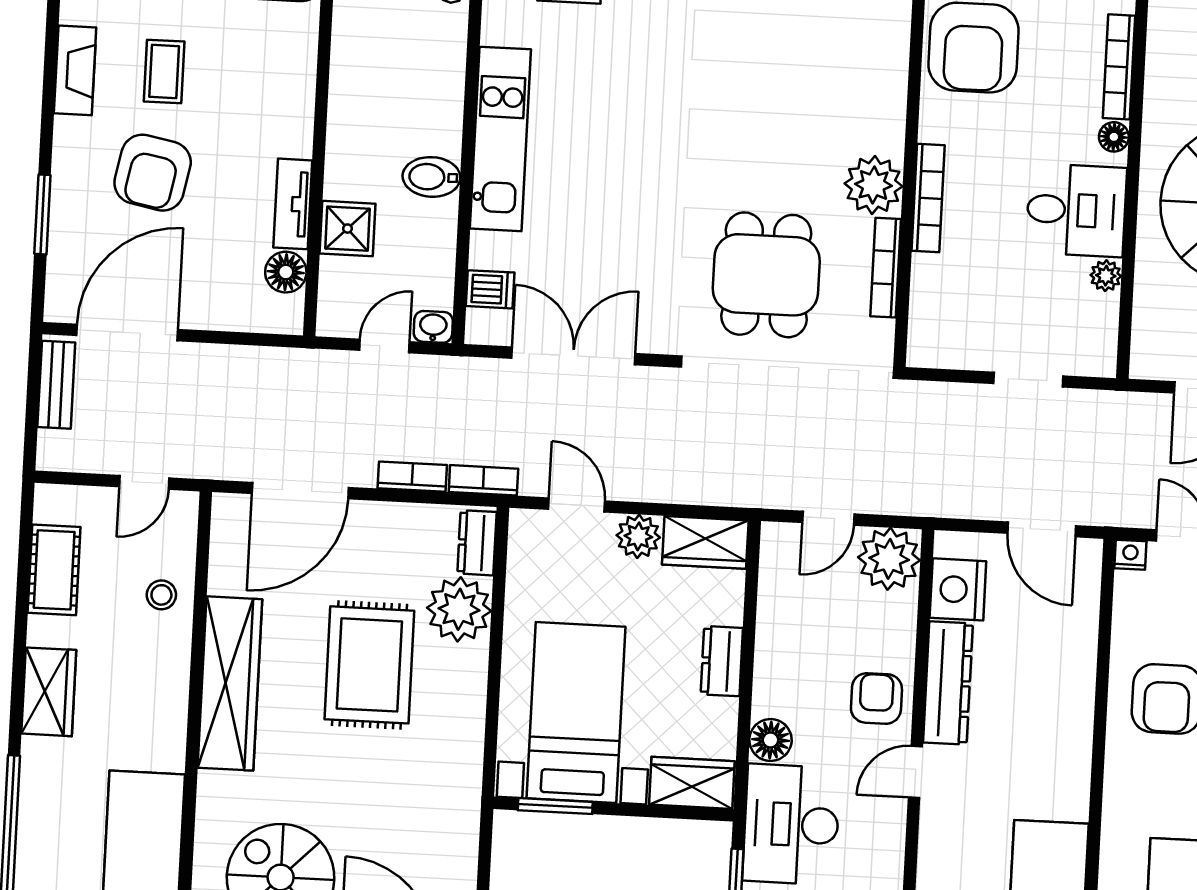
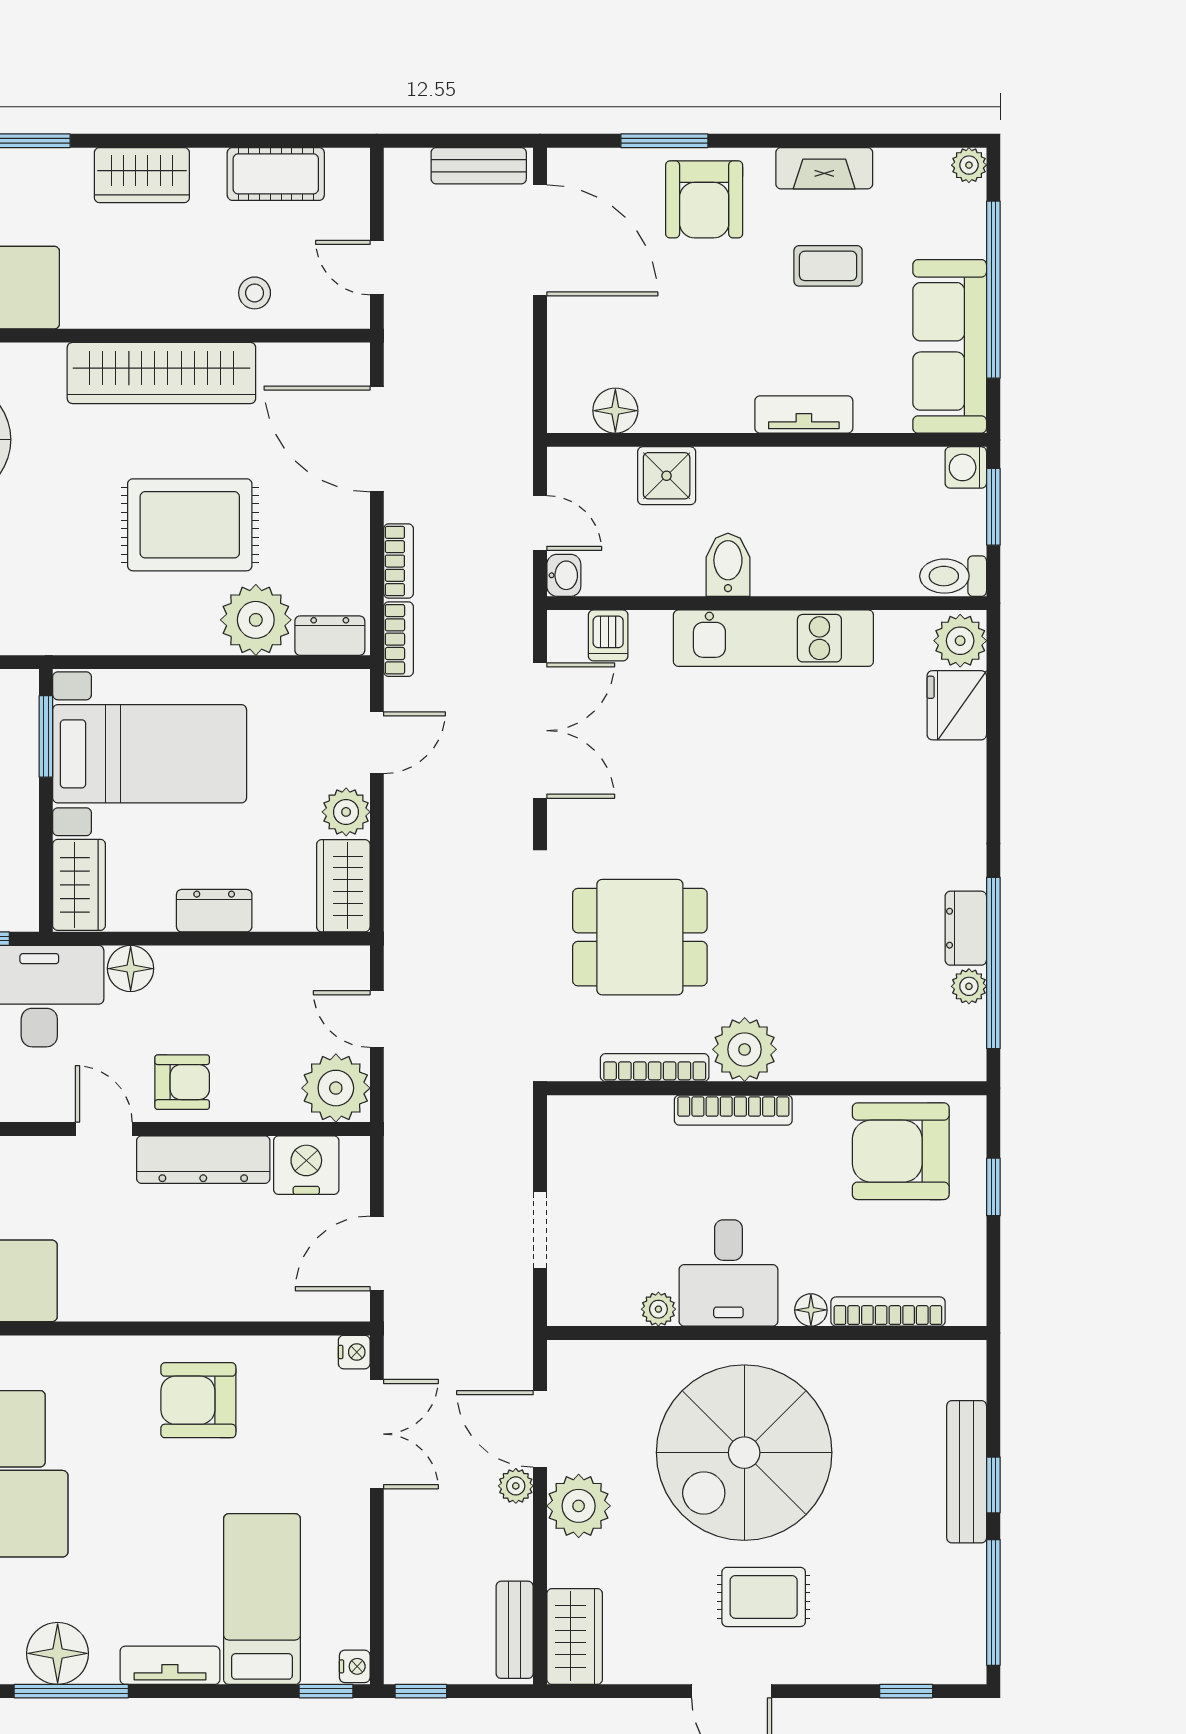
armchair: (153, 173) -> (704, 199), moved, turned -101
tv unit: (293, 204) -> (804, 414), moved

